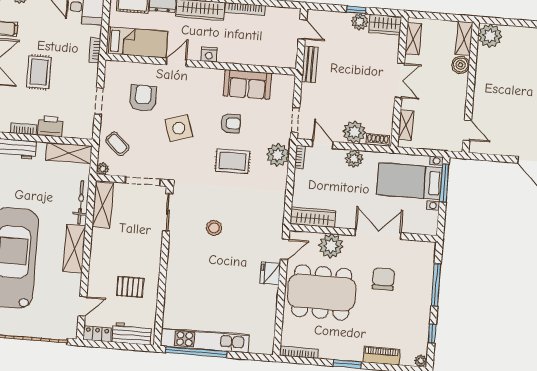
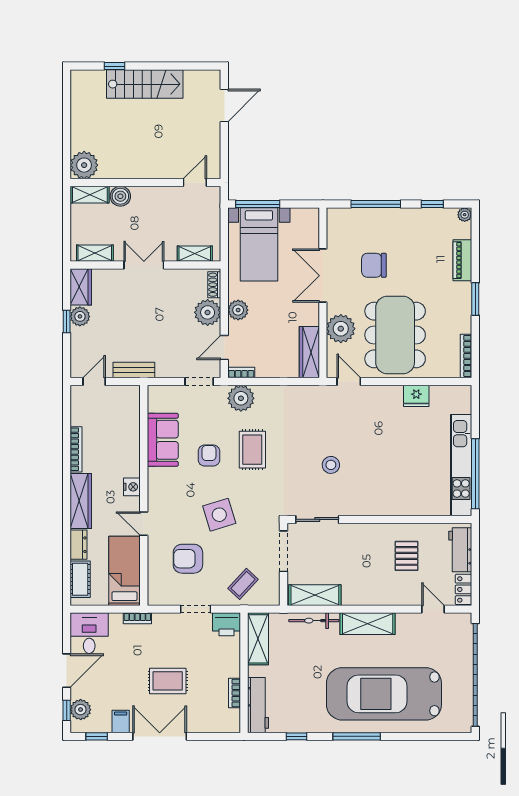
printer: (50, 126) -> (226, 624), moved, turned -90
plant: (103, 169) -> (273, 599), removed
fridge: (270, 273) -> (416, 396), moved

